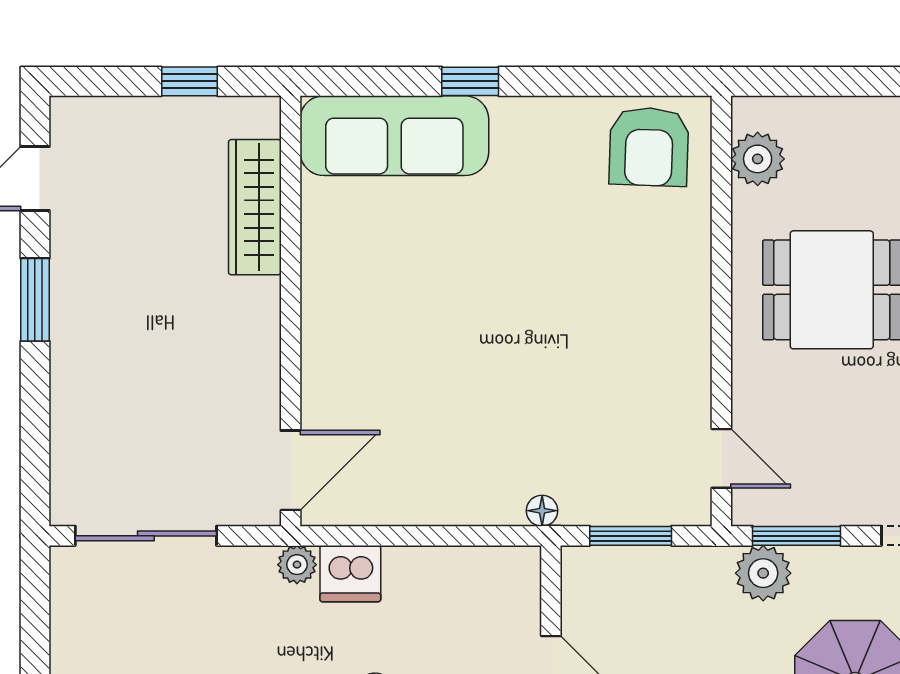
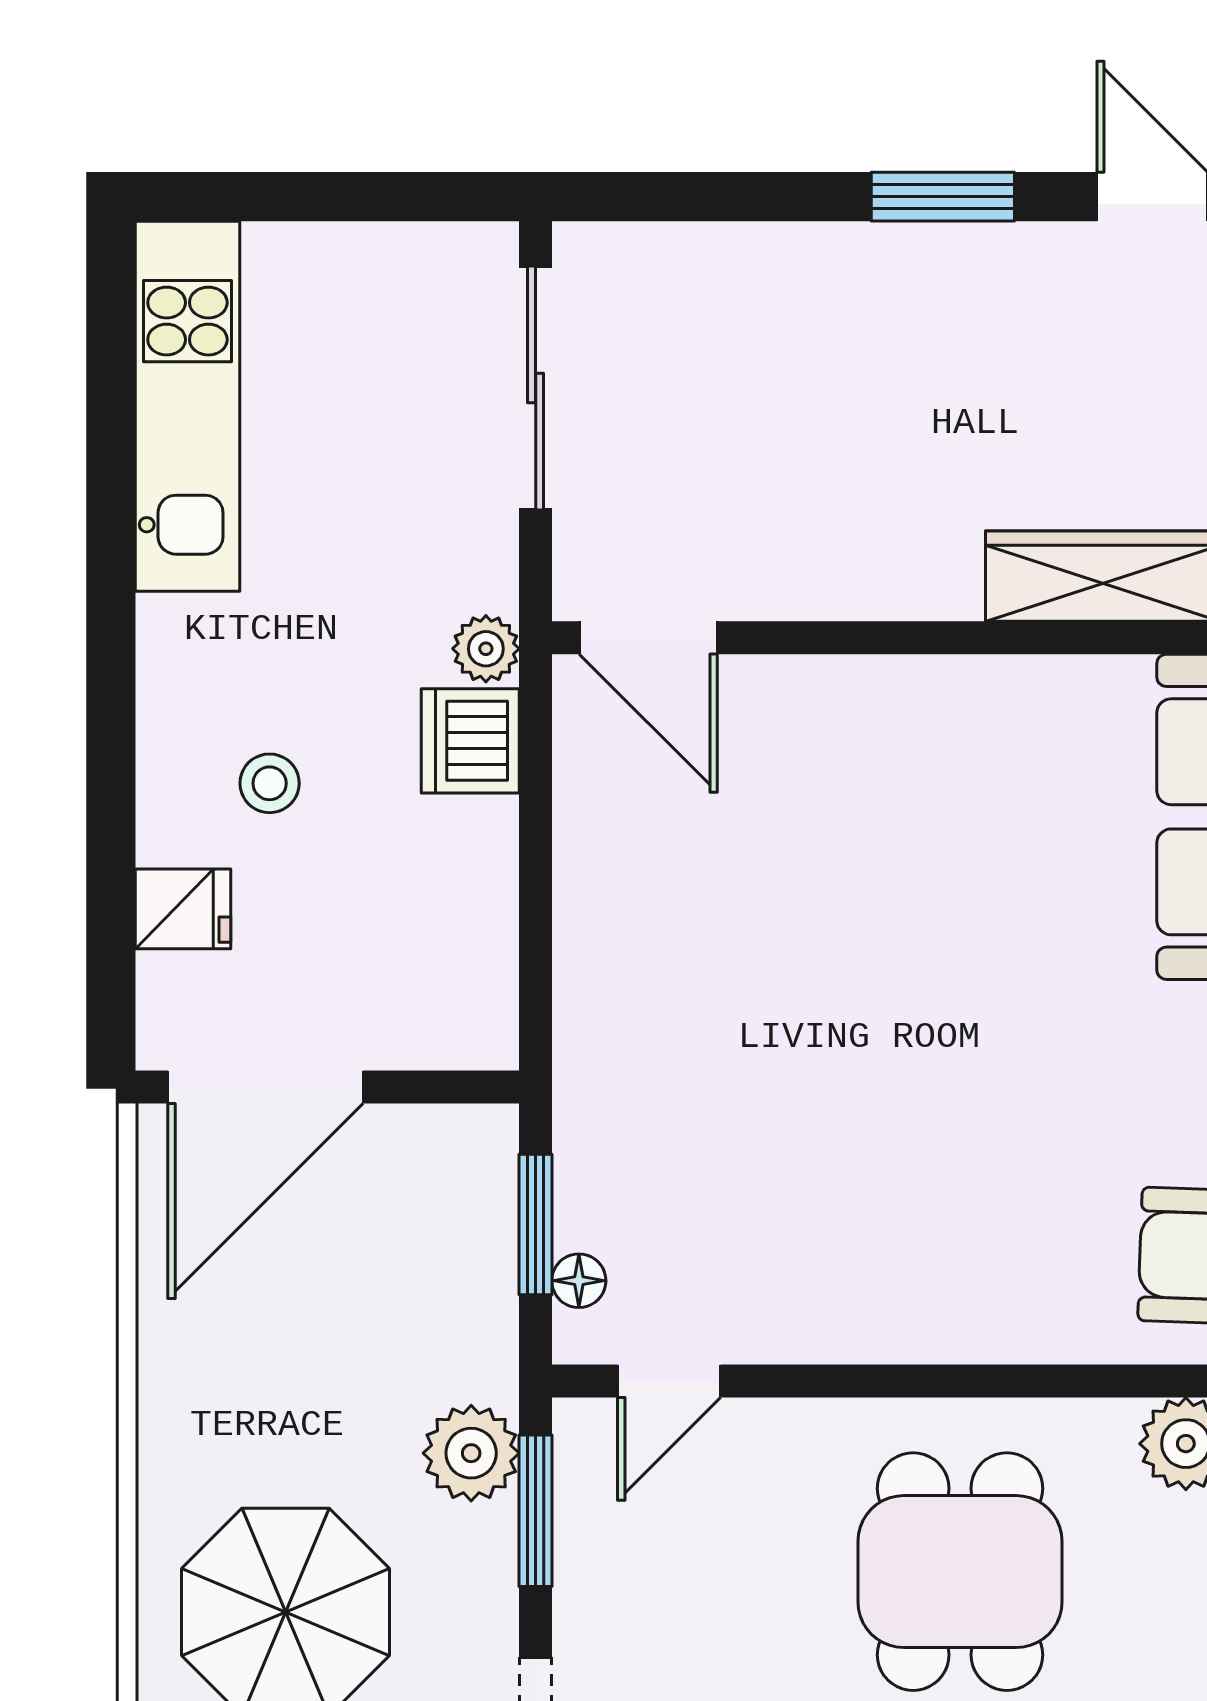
floor lamp: (542, 511) -> (579, 1281), moved

